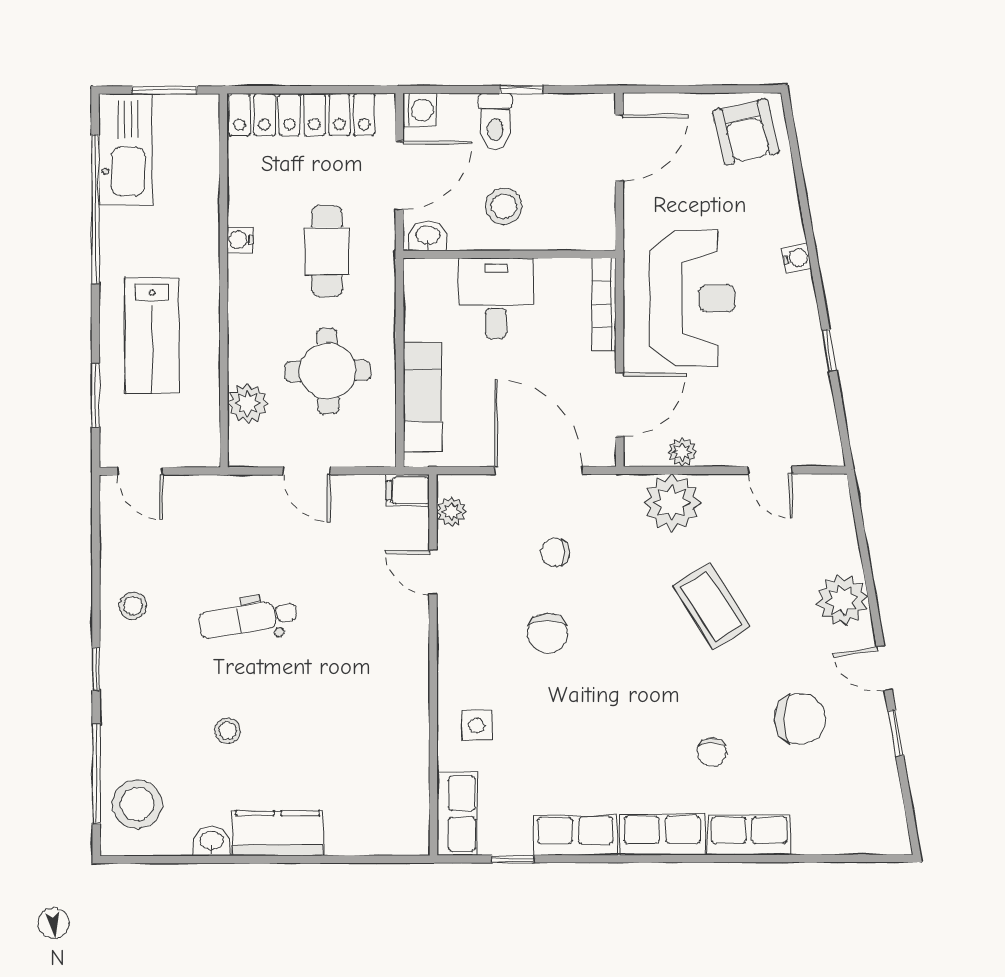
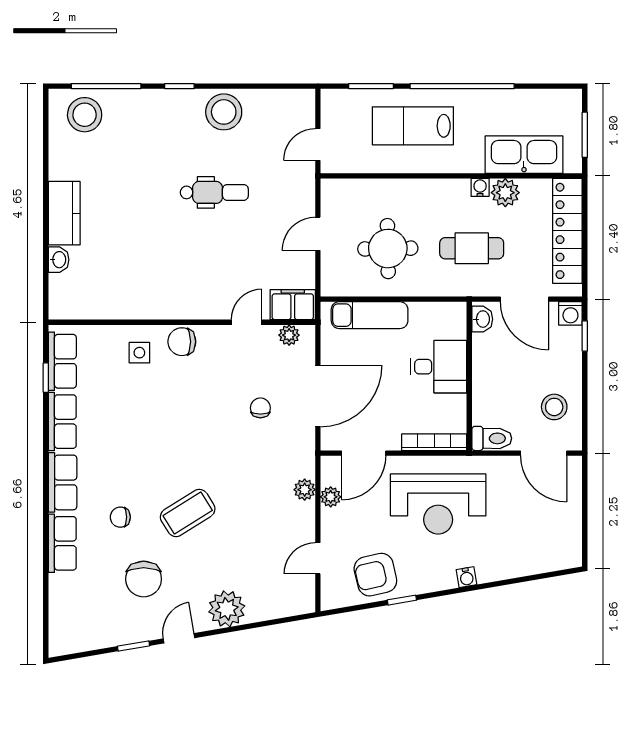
window: (521, 89) -> (585, 336), moved
toilet: (495, 122) -> (492, 438), moved, turned 180
armchair: (746, 132) -> (375, 575), moved
kitchen sink: (125, 149) -> (524, 155), moved, turned 180
stool: (504, 206) -> (554, 407), moved
window: (95, 209) -> (462, 86), moved
plant: (248, 403) -> (505, 193), moved
door: (620, 405) -> (364, 453), hinge flipped
door: (140, 471) -> (318, 144), moved
filing cabinet: (408, 490) -> (293, 305), width x2.00
plant: (672, 503) -> (305, 490), width x0.53, depth x0.53
stool: (133, 606) -> (224, 112), width x1.89, depth x1.89
coffee table: (711, 606) -> (188, 513), moved
dental chair: (248, 619) -> (214, 192), turned 99
chair: (547, 633) -> (182, 342), moved
stool: (228, 731) -> (136, 178), removed
row of seats: (457, 814) -> (62, 361), moved, turned -90
washbasin: (211, 841) -> (59, 260), moved

